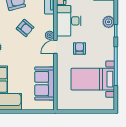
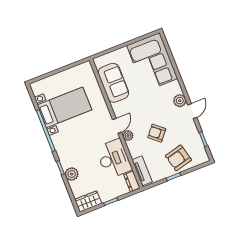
armchair: (80, 48) -> (91, 134), removed

